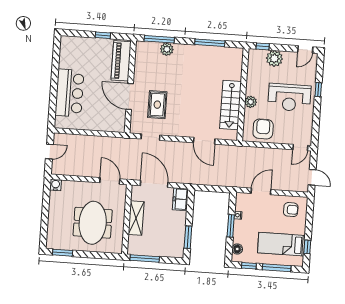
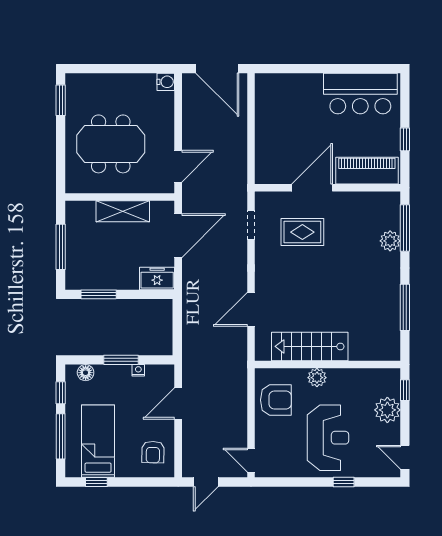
bar counter: (69, 93) -> (360, 94), moved
reception desk: (289, 97) -> (328, 438), turned 180
door: (49, 152) -> (217, 69), width x1.88
door: (261, 191) -> (178, 403), swing flipped
window: (145, 258) -> (61, 247), moved

